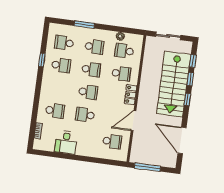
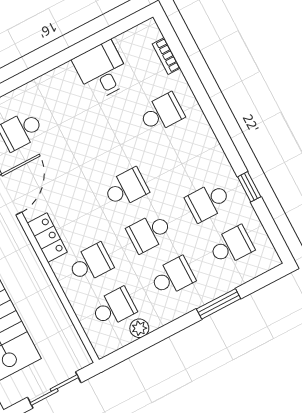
school desk: (94, 47) -> (173, 277), turned 180
school desk: (121, 73) -> (91, 263), turned 180
school desk: (88, 92) -> (126, 188), turned 180
school desk: (55, 111) -> (162, 113), turned 180
school desk: (85, 115) -> (103, 144), removed

